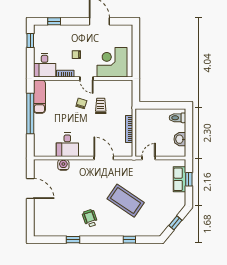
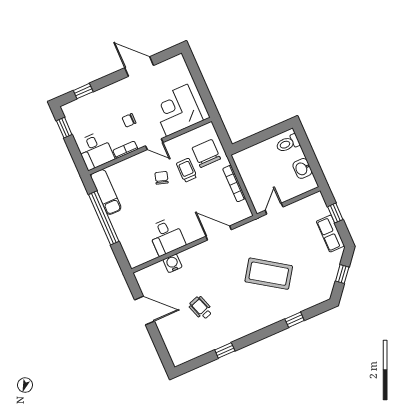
chair: (119, 100) -> (206, 153), added
row of seats: (179, 179) -> (330, 234), moved
wheelchair: (90, 218) -> (201, 308), moved

